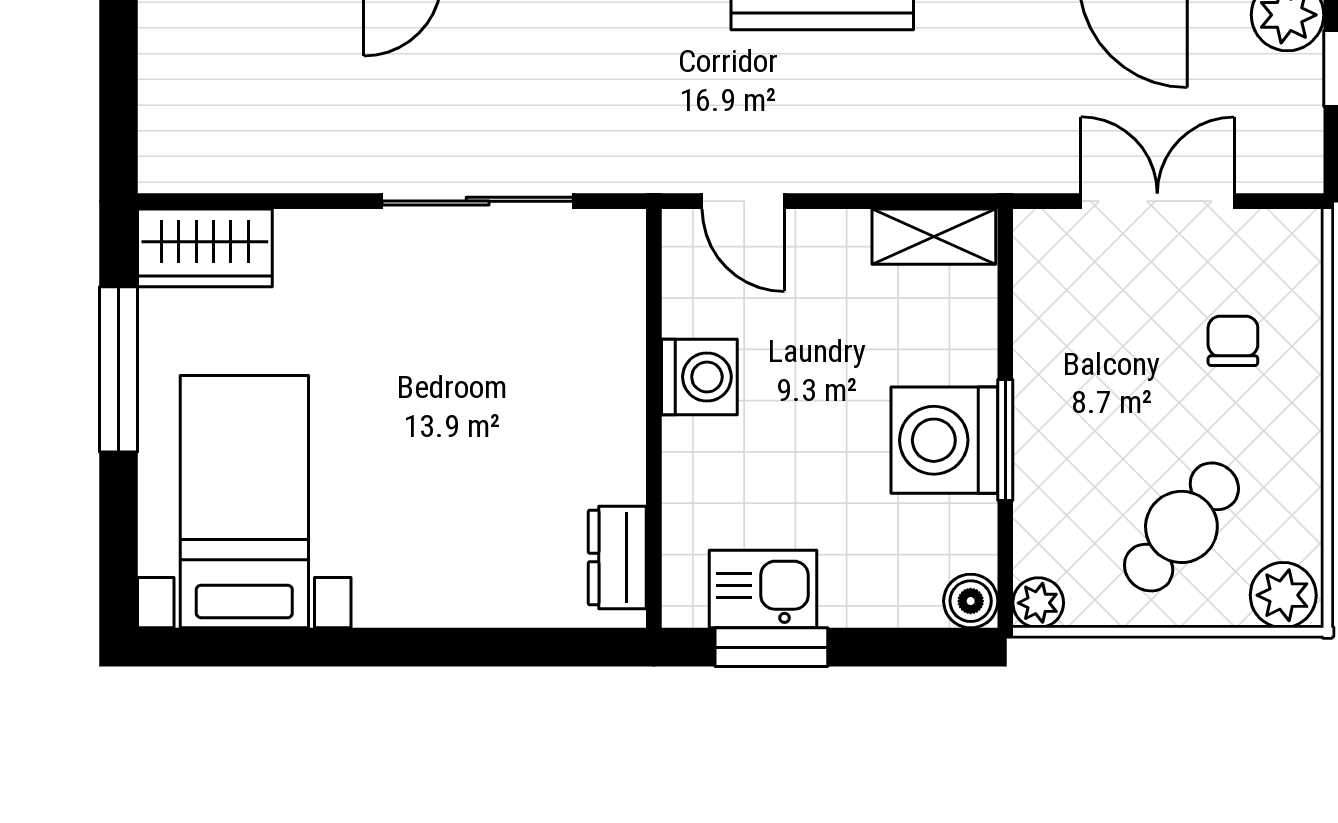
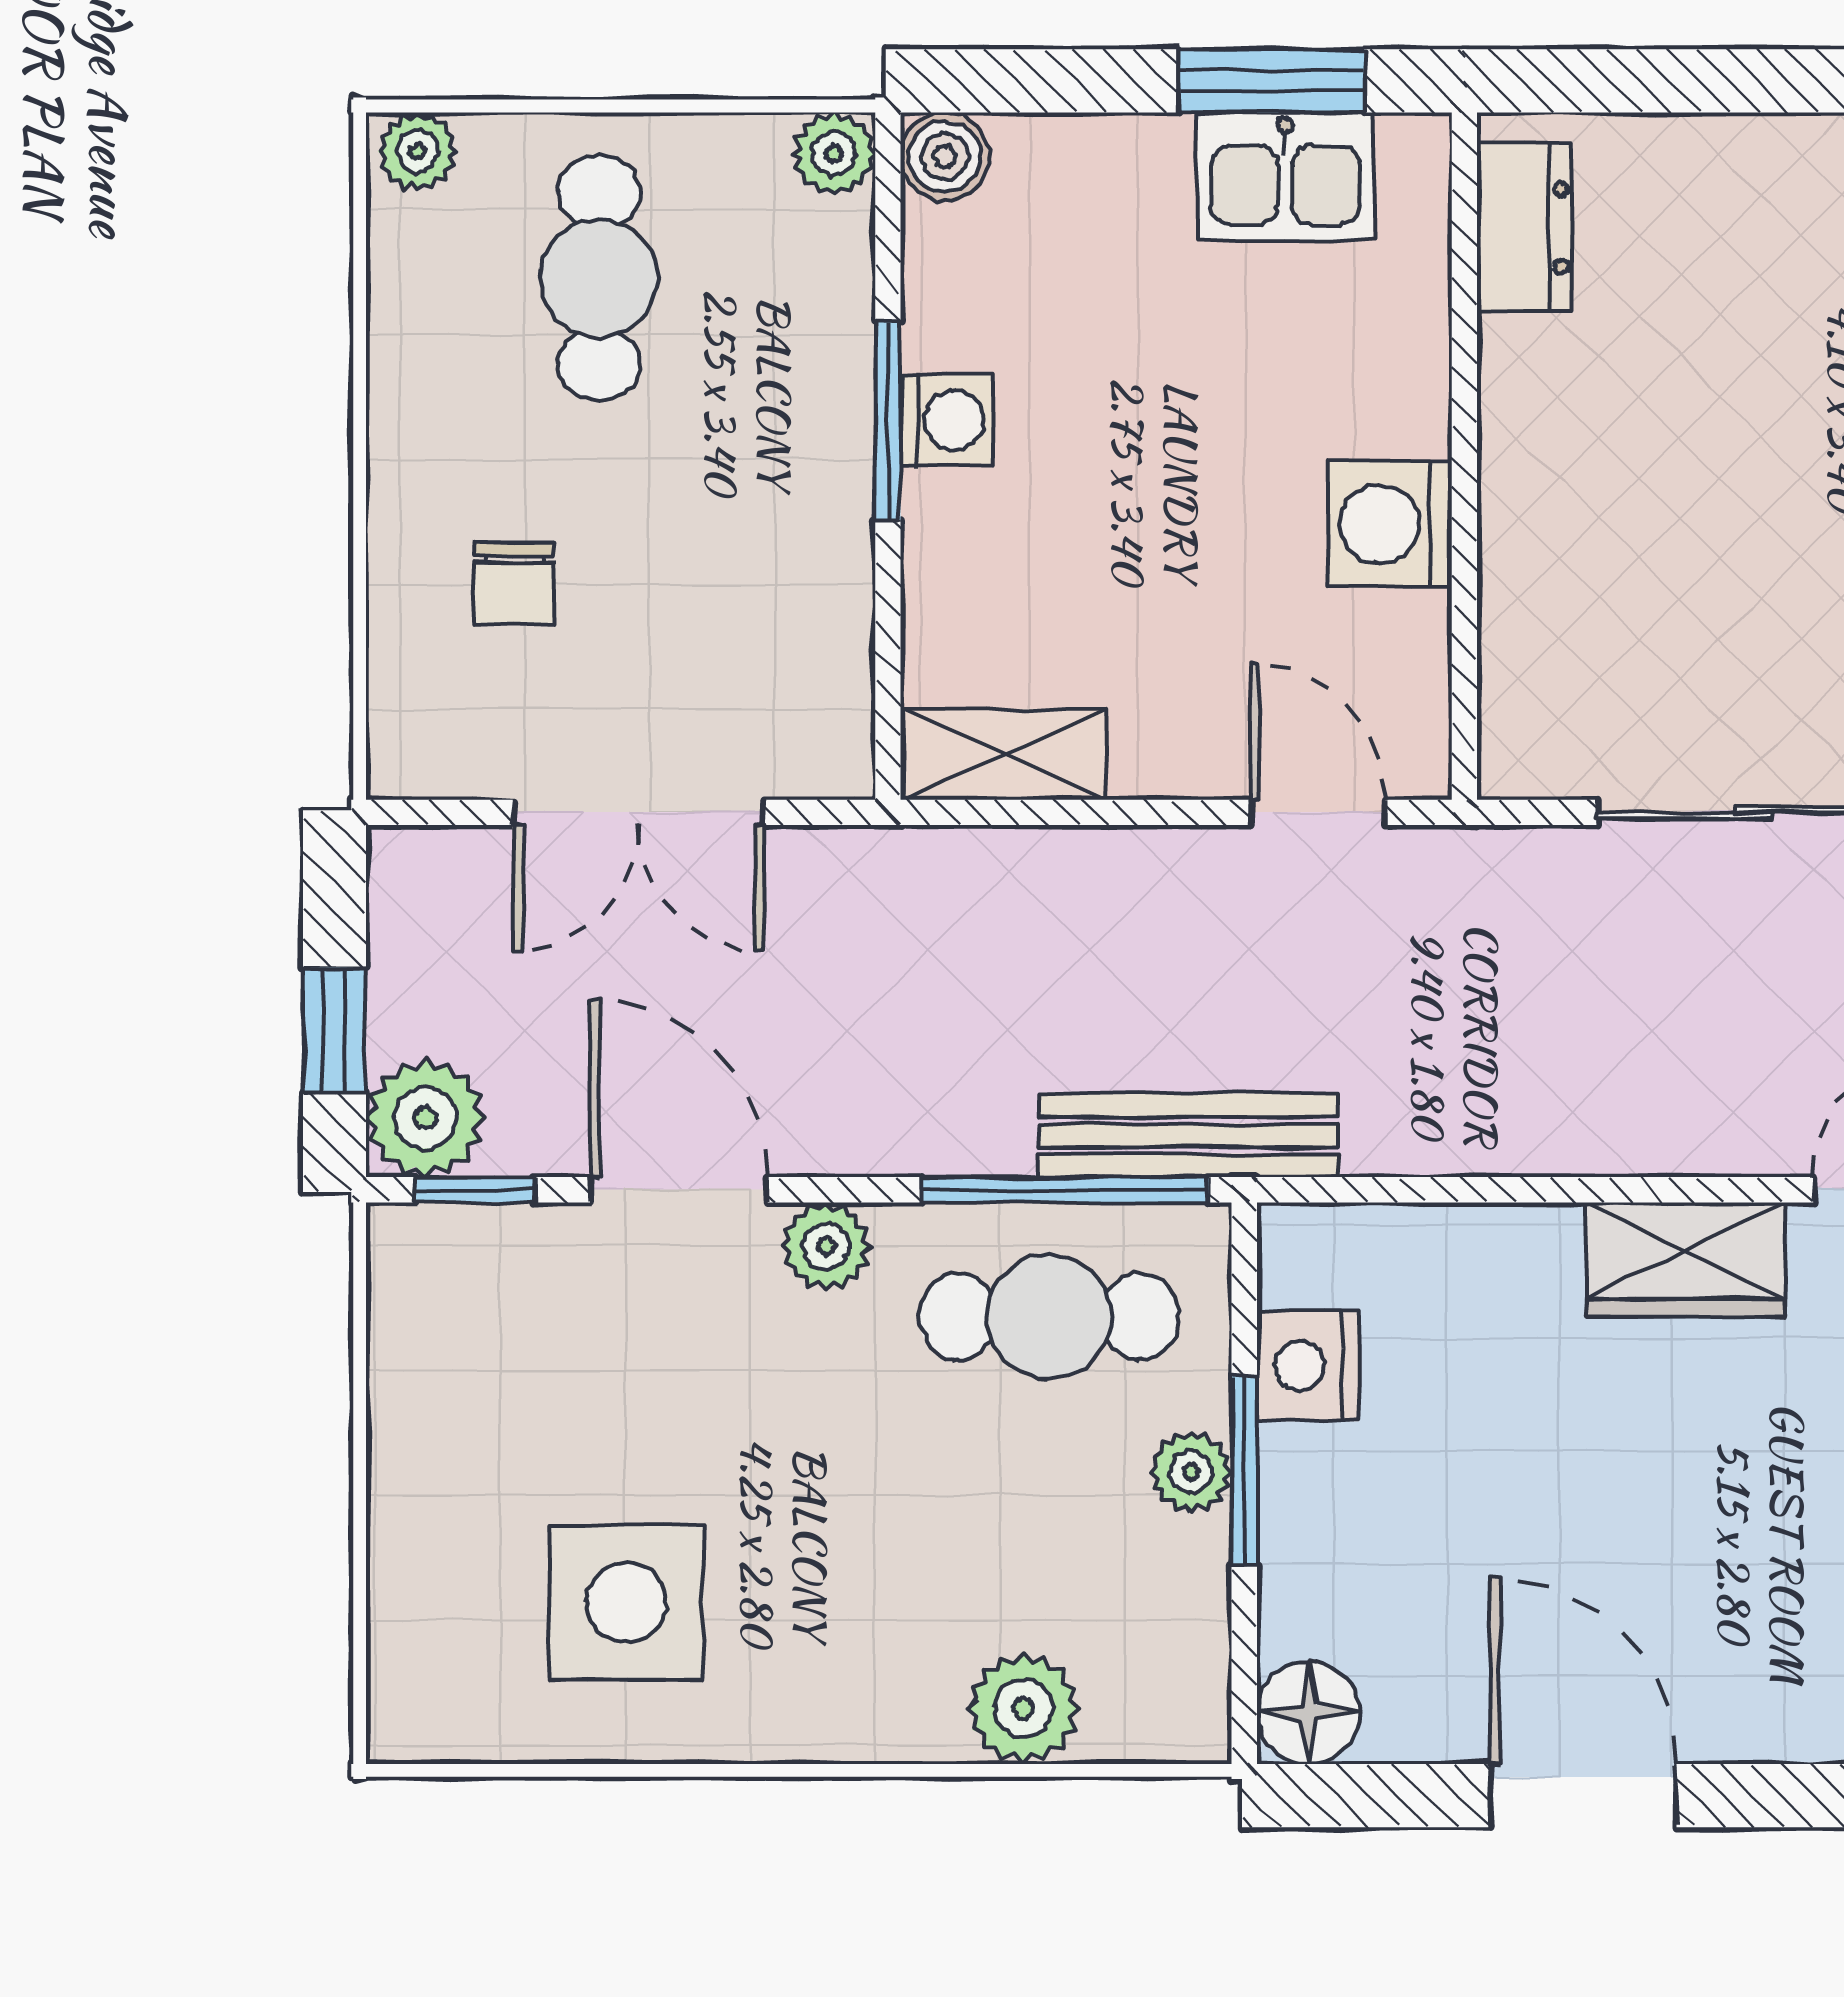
washing machine: (944, 440) -> (947, 420), width x0.53, depth x0.53
cafe table: (1181, 527) -> (599, 278), turned -39
plant: (1283, 595) -> (417, 151), width x0.73, depth x0.73

